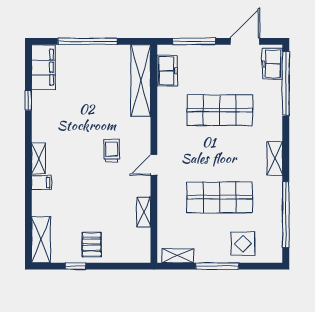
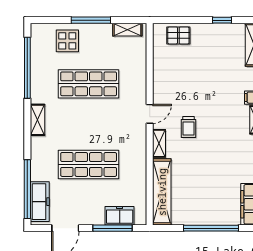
freezer: (272, 64) -> (40, 202), width x1.40
freezer: (167, 71) -> (120, 216), moved, turned 90
shelving: (144, 212) -> (159, 143), moved
pallet: (92, 245) -> (178, 35), moved, turned 90

